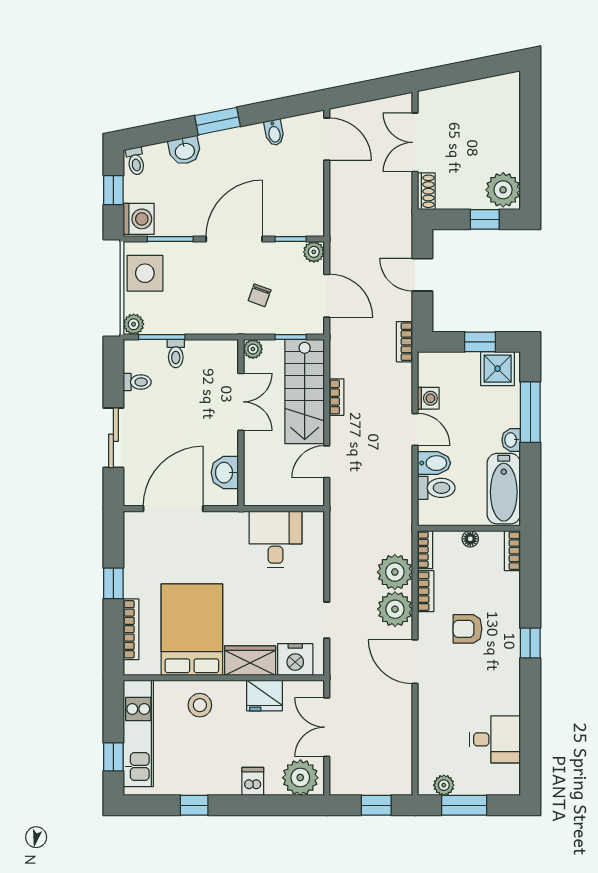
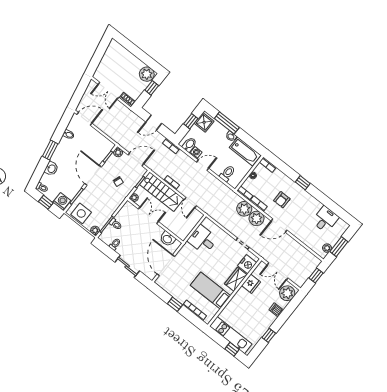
bidet: (434, 463) -> (189, 145), moved
bed: (192, 630) -> (211, 290), width x0.67
stool: (200, 705) -> (237, 307), removed

